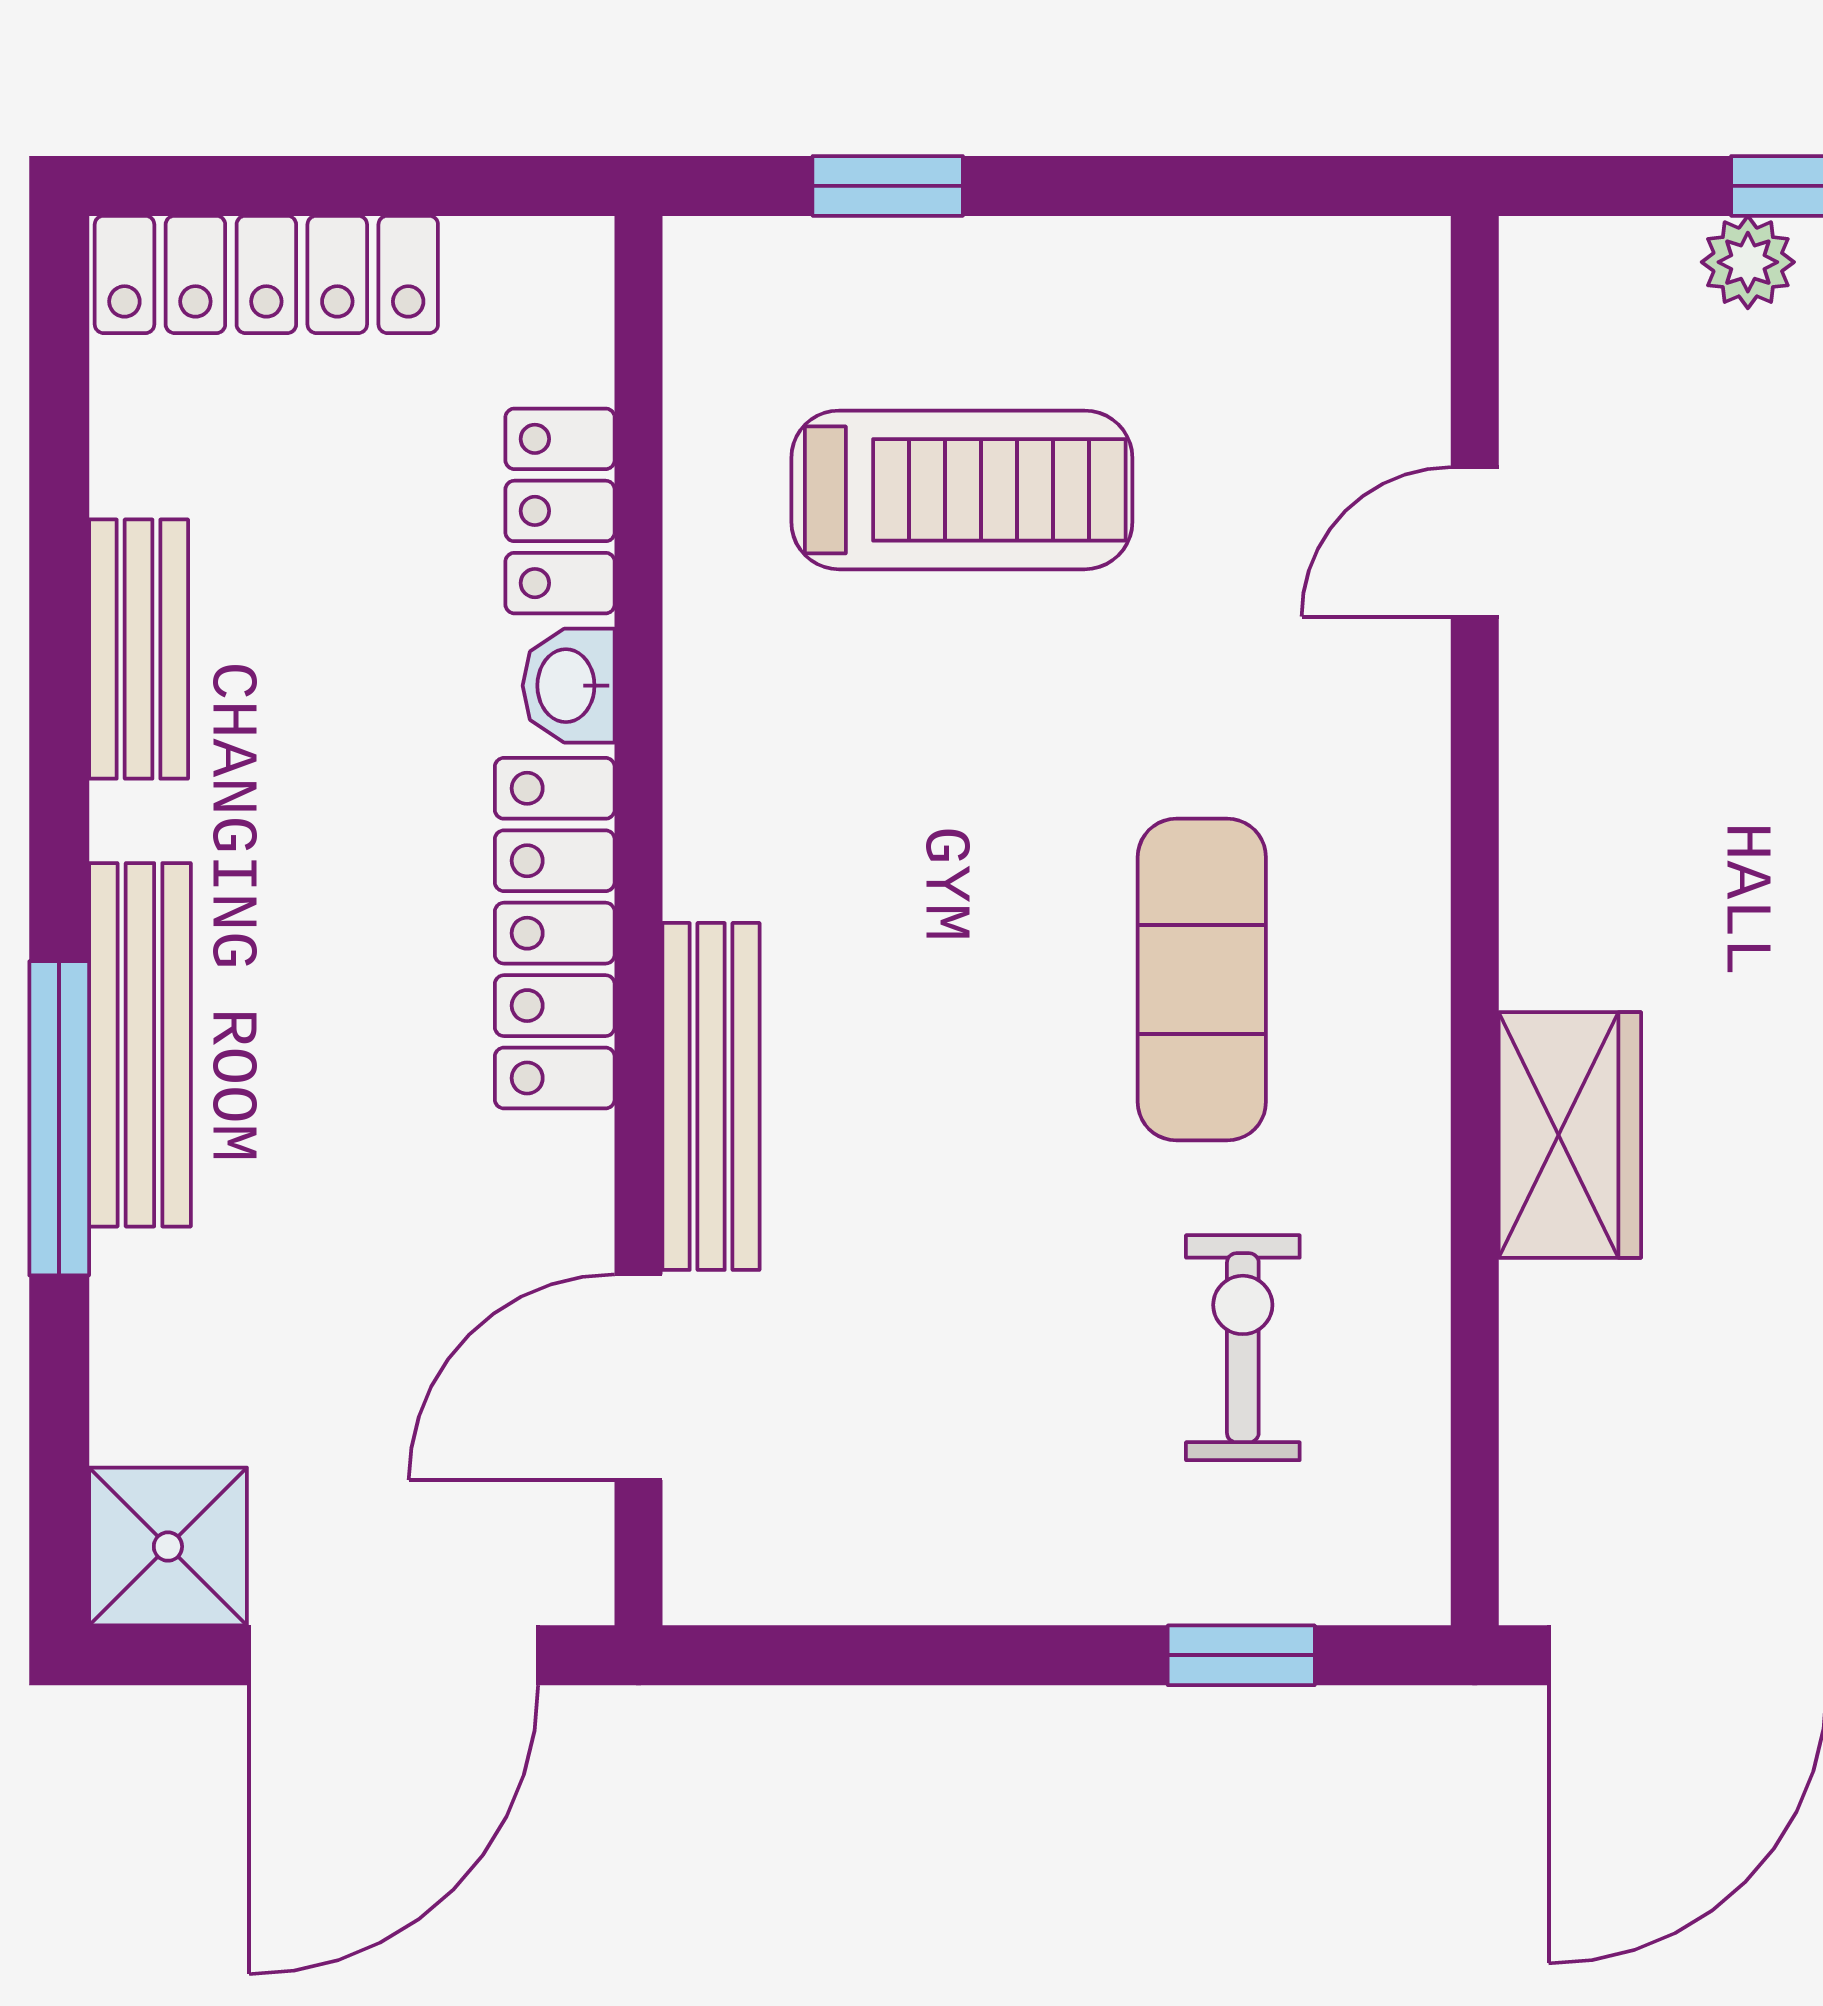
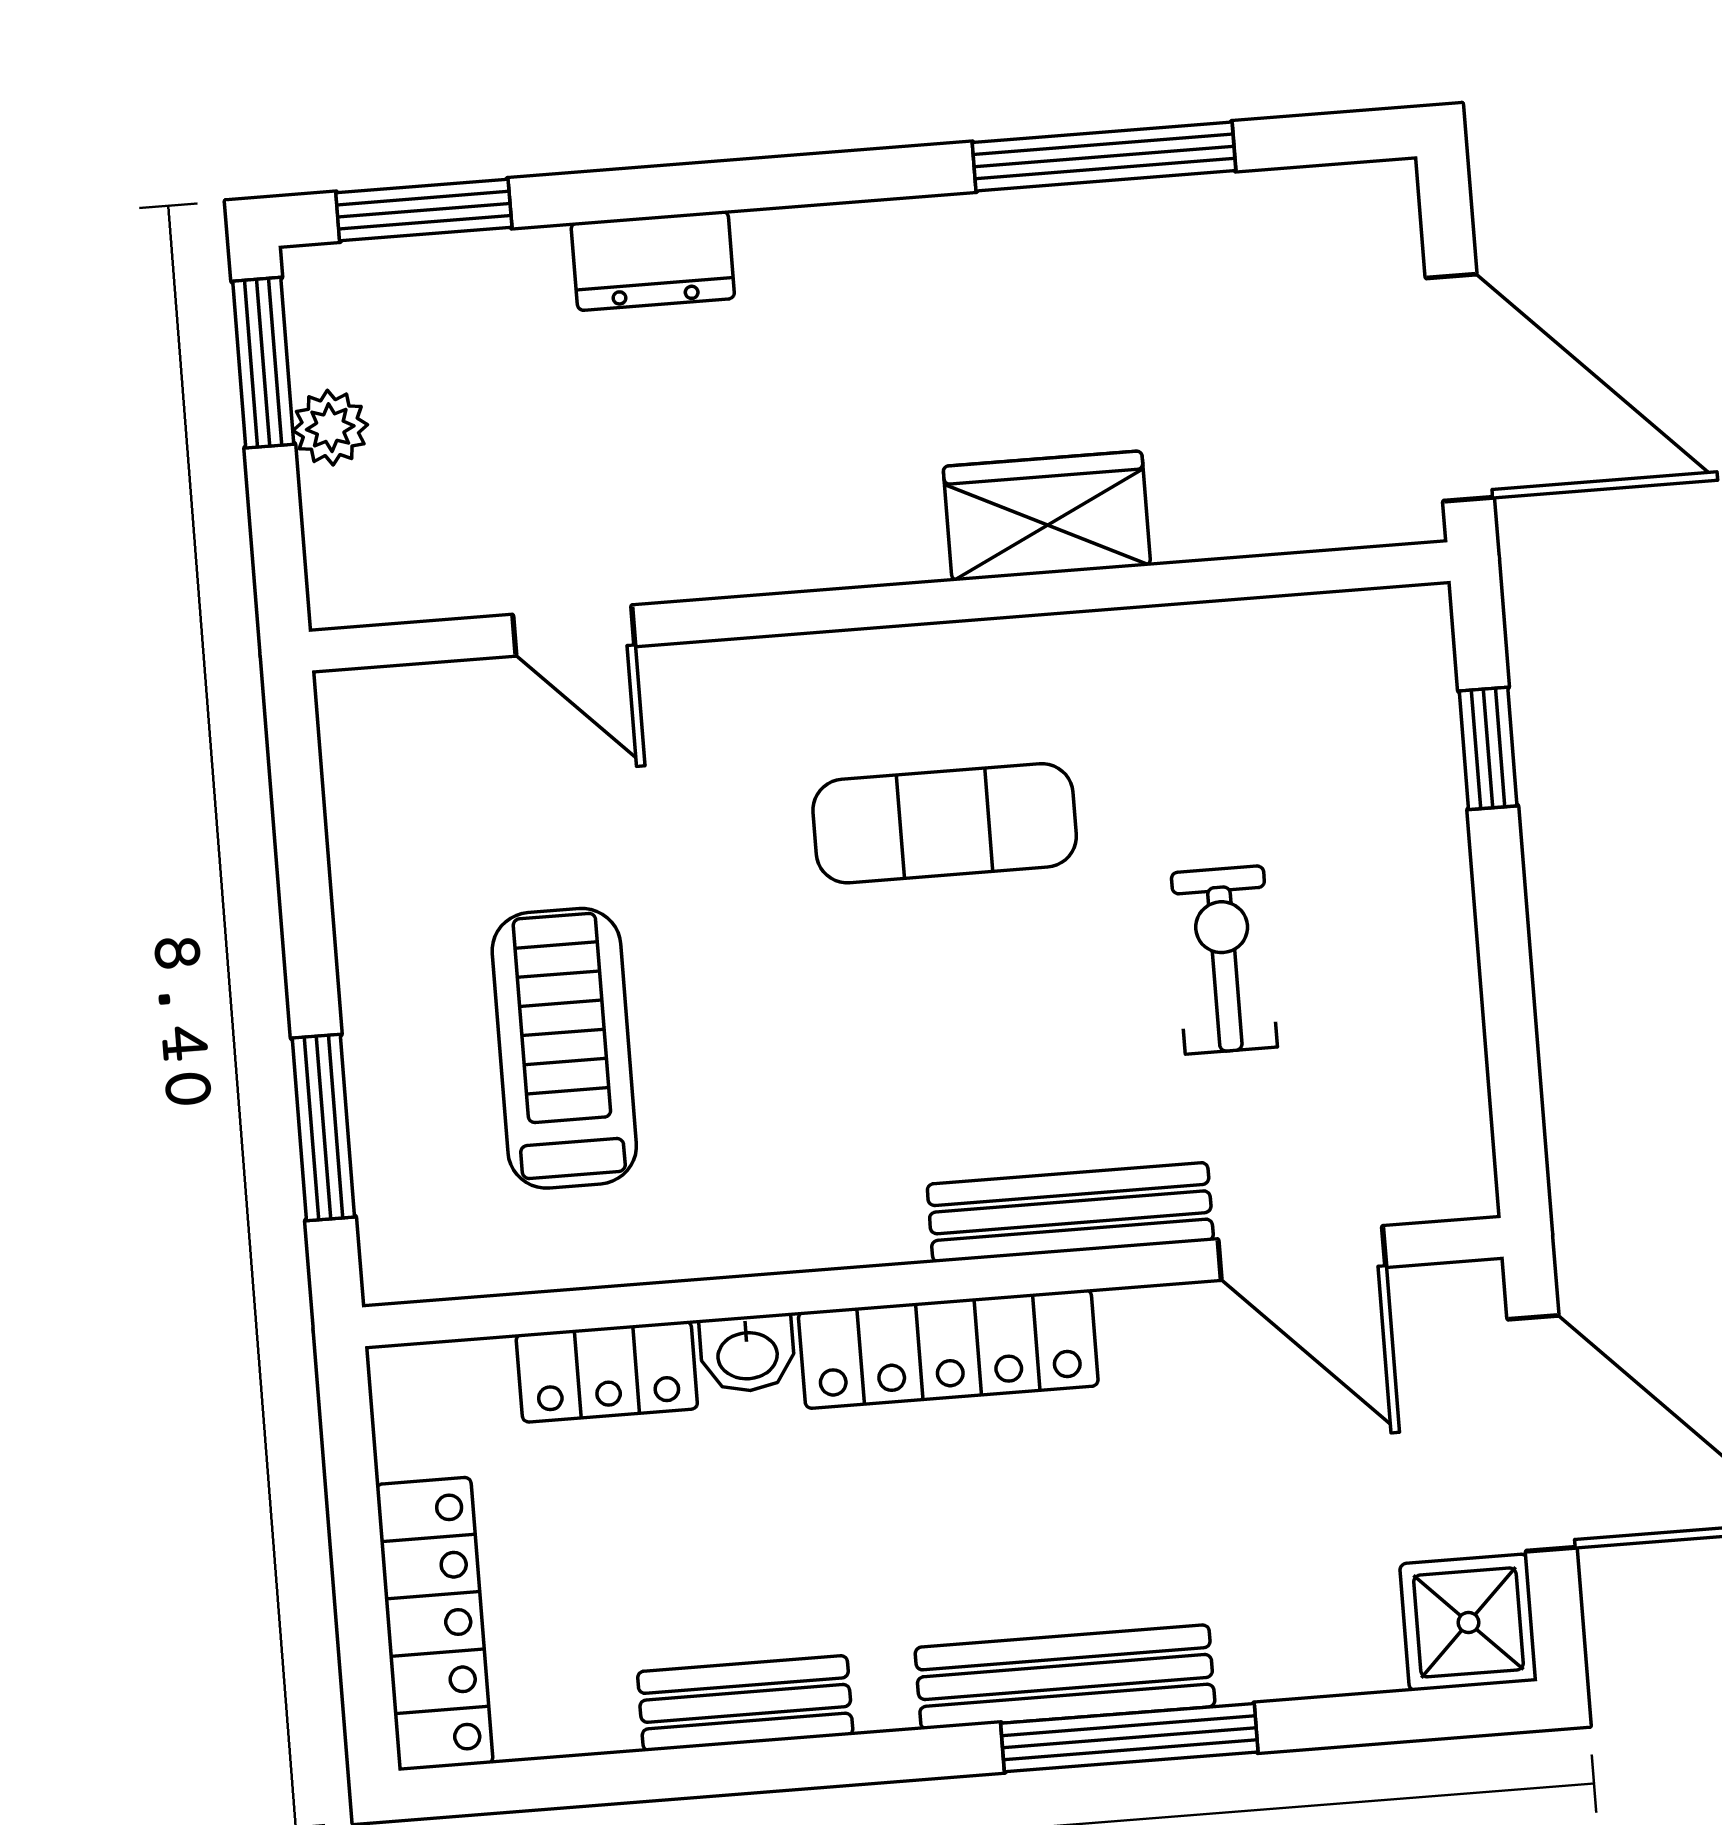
window: (888, 186) -> (323, 1128), width x1.50
exercise bike: (1243, 1348) -> (1224, 960), moved, turned 90

